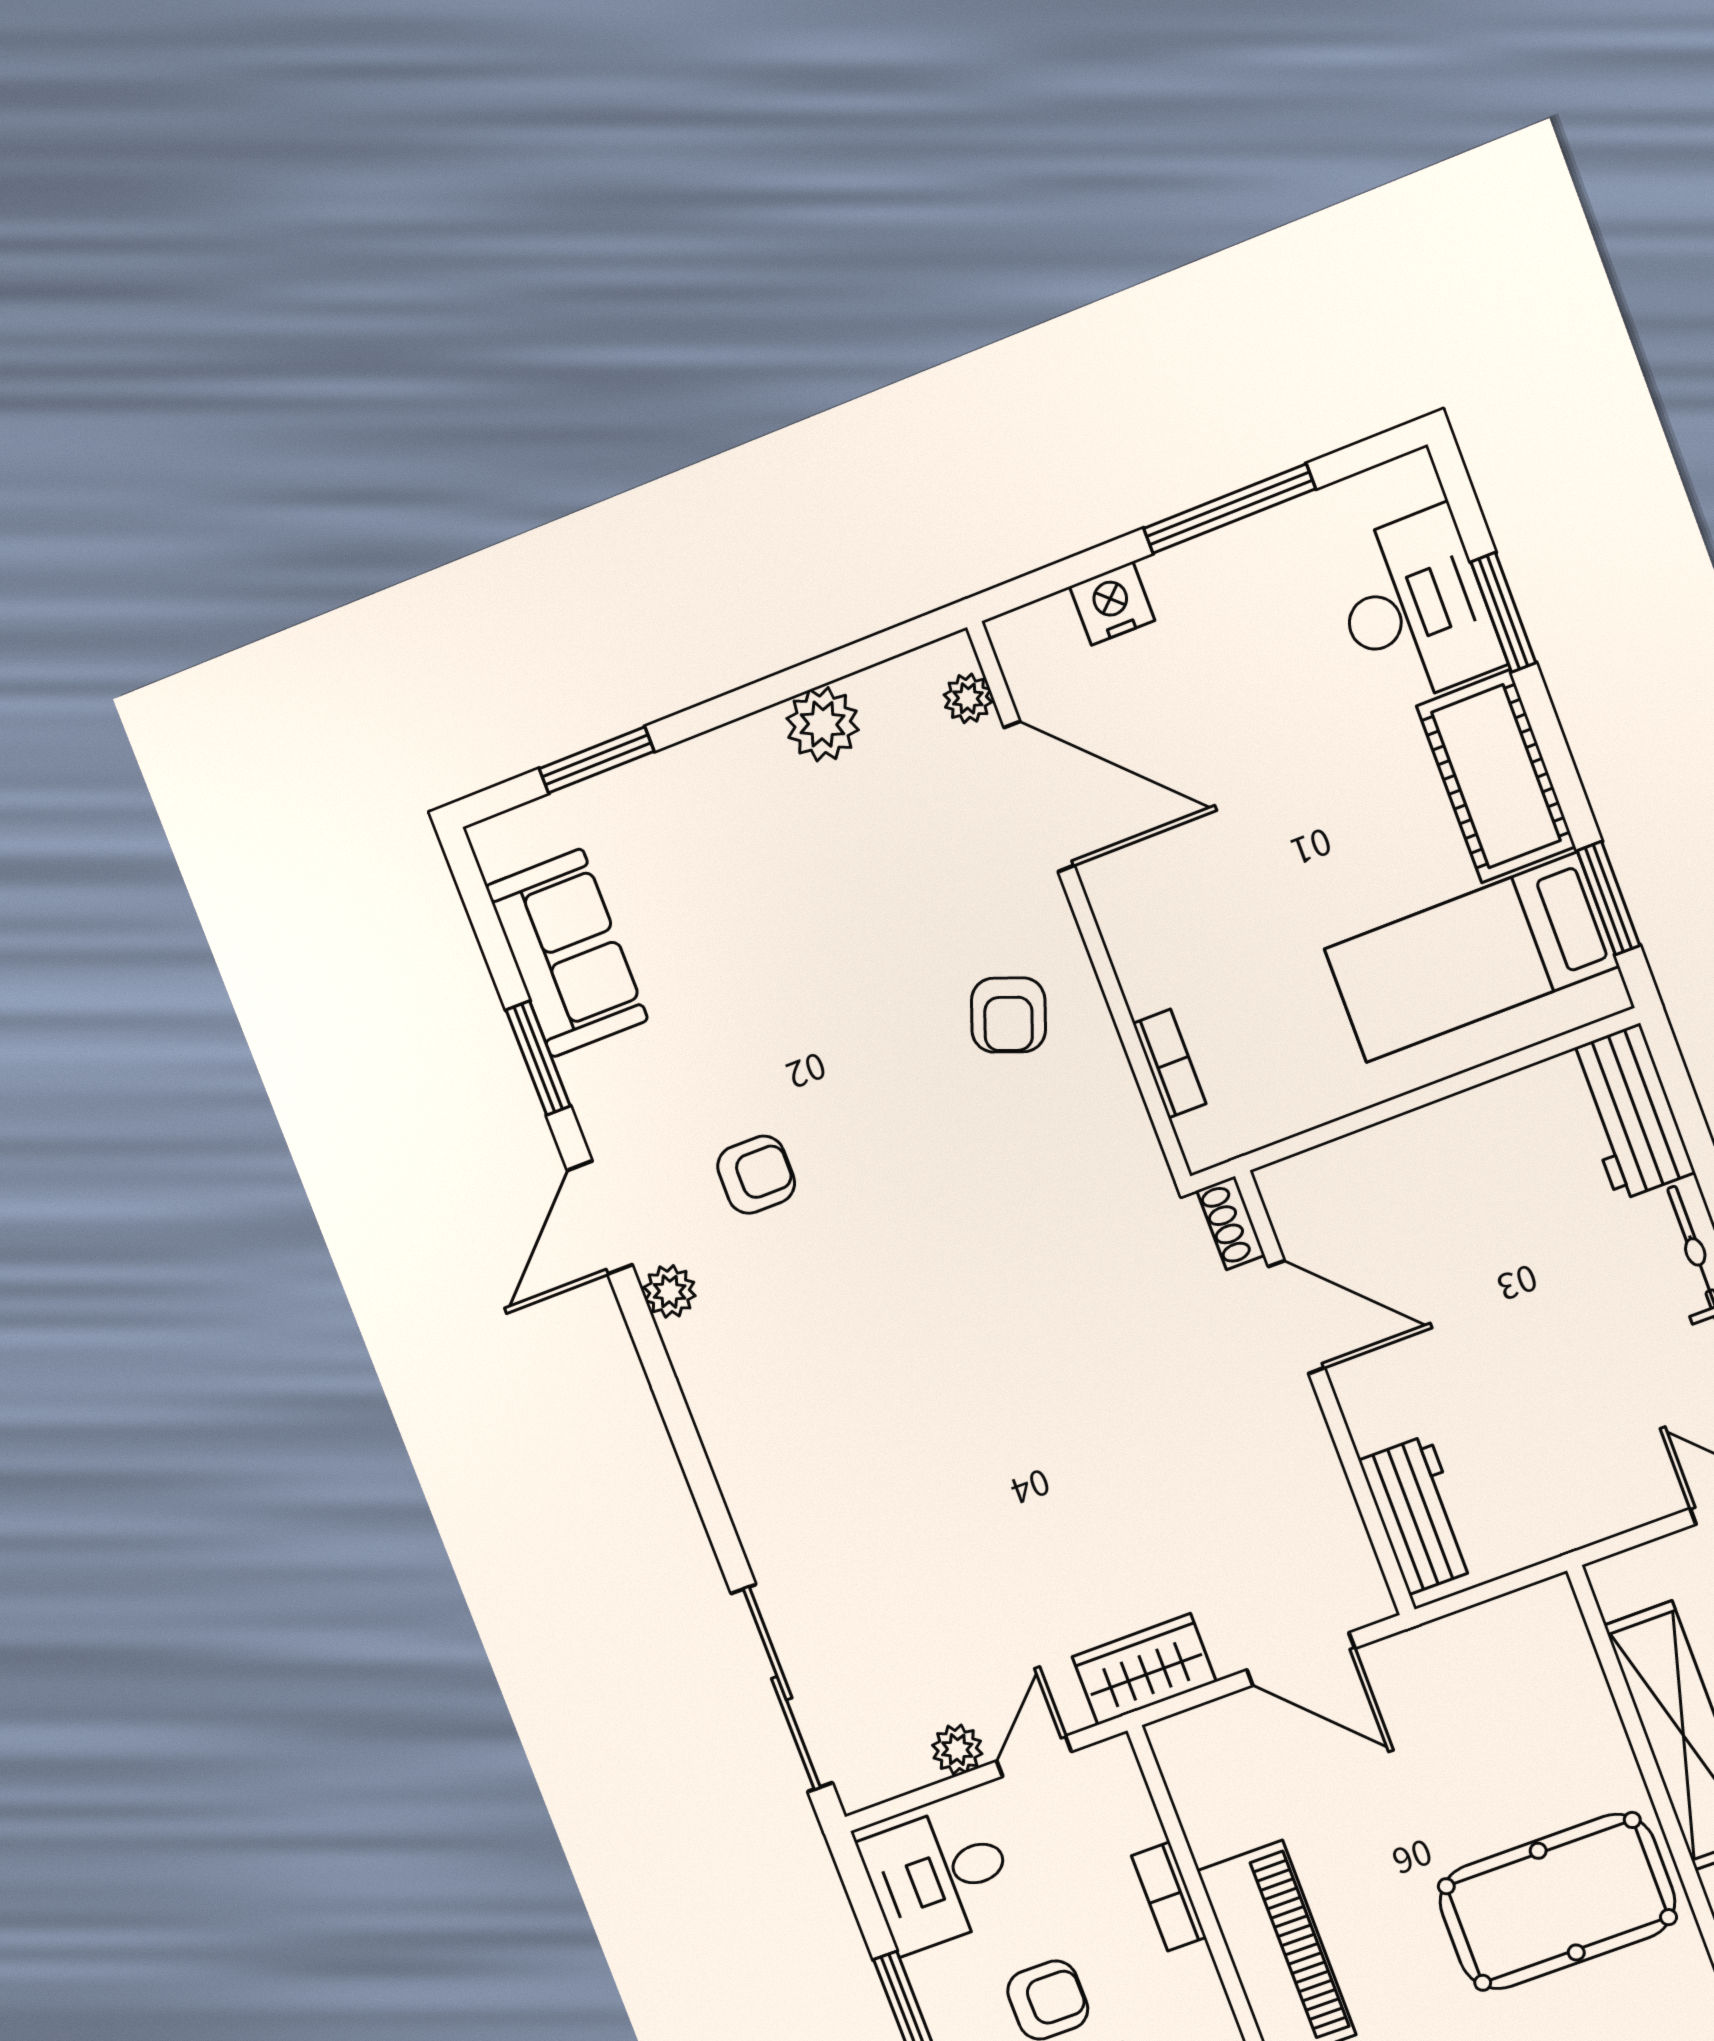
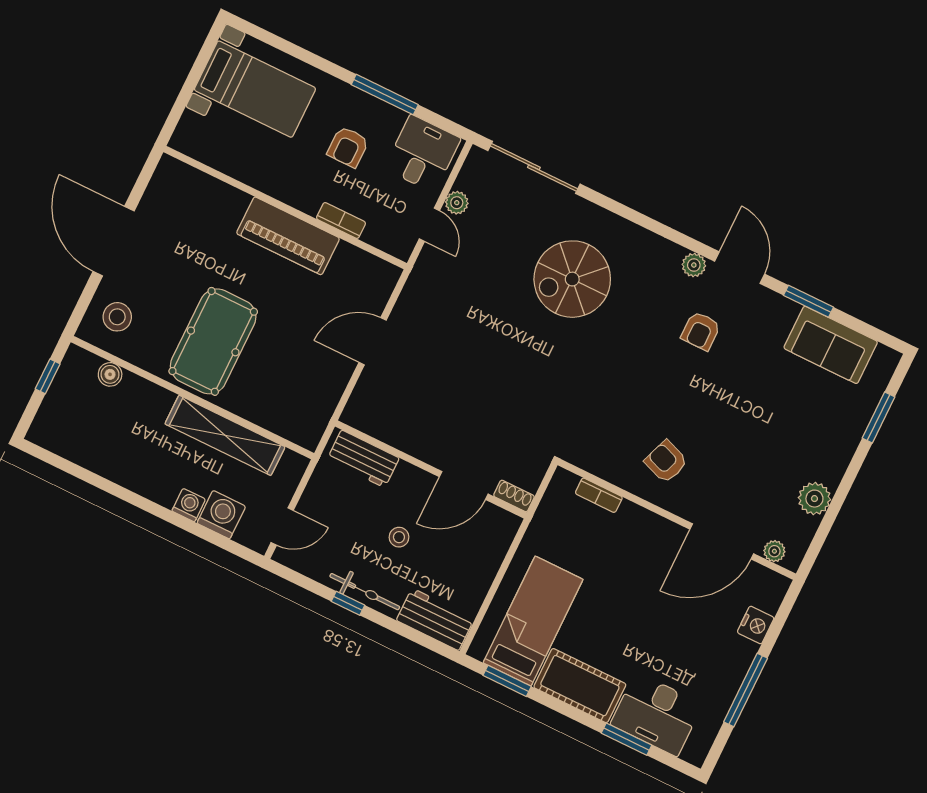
shoe rack: (1231, 1223) -> (514, 496), moved
stool: (1560, 1304) -> (399, 537), added
door: (1296, 1317) -> (464, 485), moved
wall: (1325, 1394) -> (431, 469), moved
spiral stairs: (886, 1454) -> (572, 279), added
workbench: (1419, 1515) -> (363, 459), moved
wardrobe: (1144, 1669) -> (421, 289), removed

